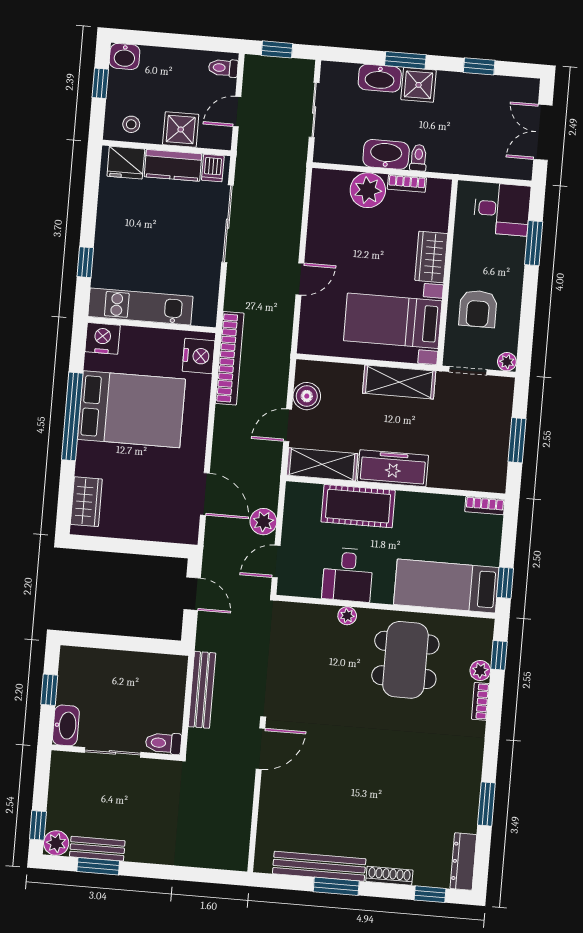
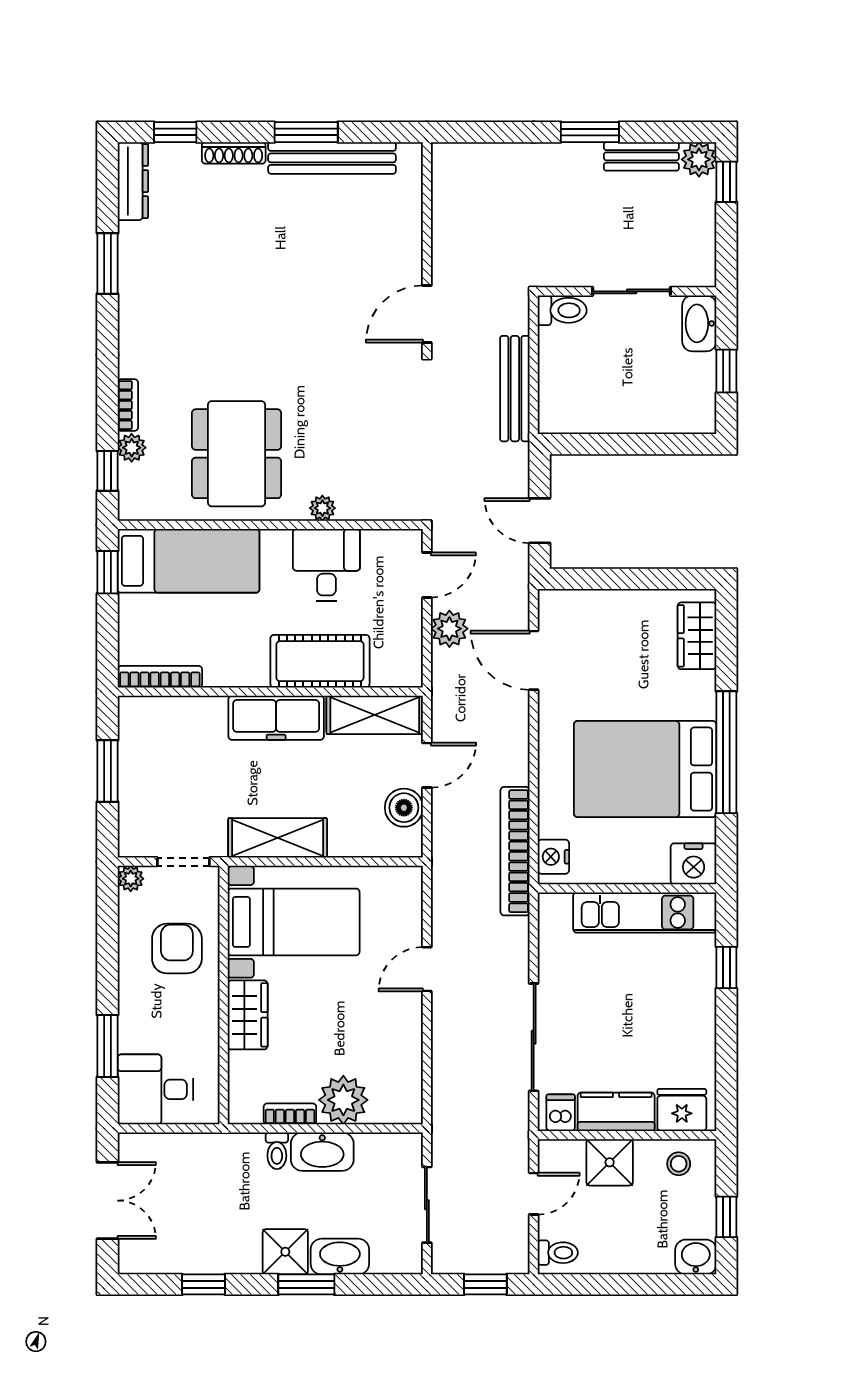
nightstand: (199, 356) -> (553, 857), width x0.74, depth x0.75
bookcase: (485, 506) -> (160, 677), width x1.56
window: (98, 866) -> (590, 132), moved

